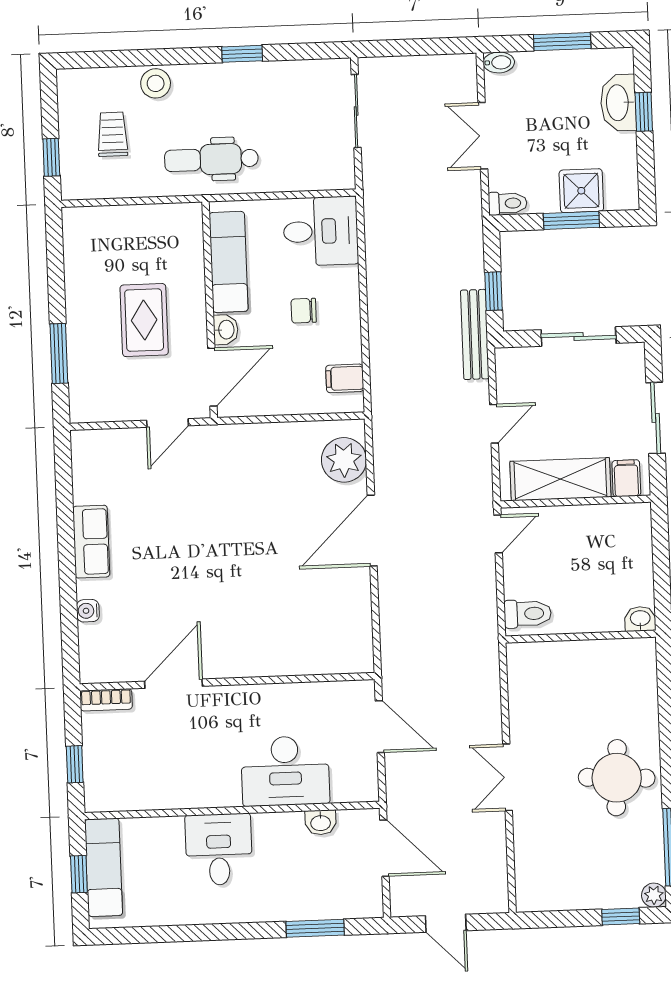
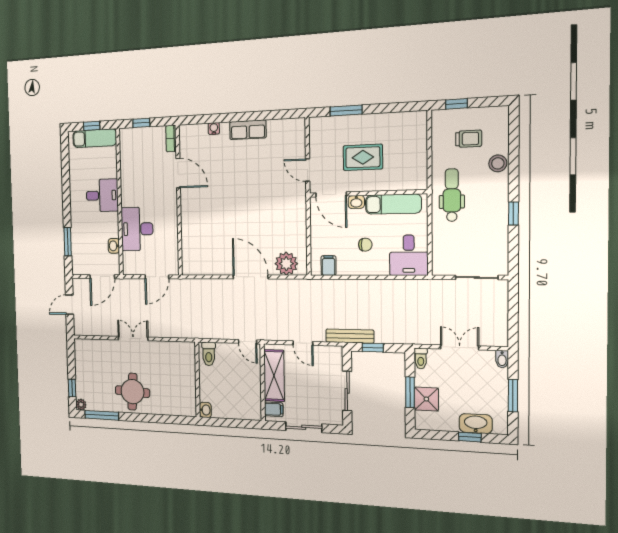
chair: (304, 311) -> (365, 245), turned 90

